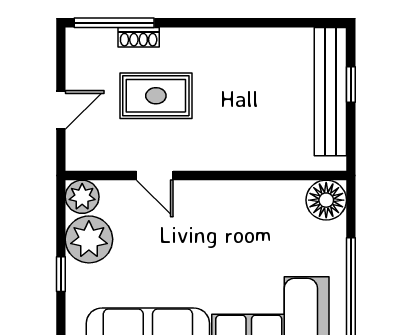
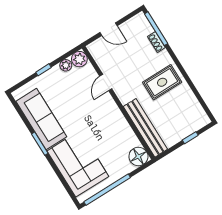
bench: (330, 92) -> (145, 128), moved, turned 90
rug: (156, 96) -> (162, 82), moved, turned 90
plant: (89, 239) -> (66, 65), width x0.53, depth x0.53

